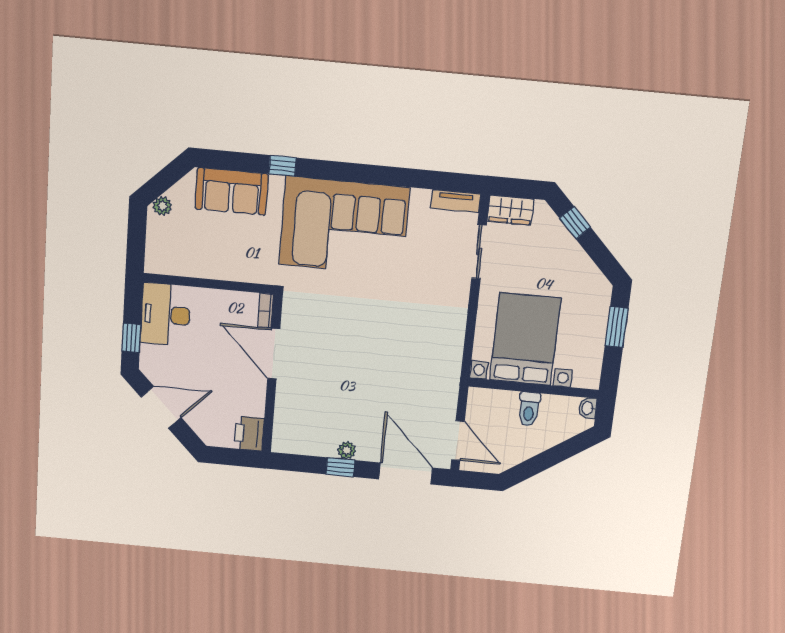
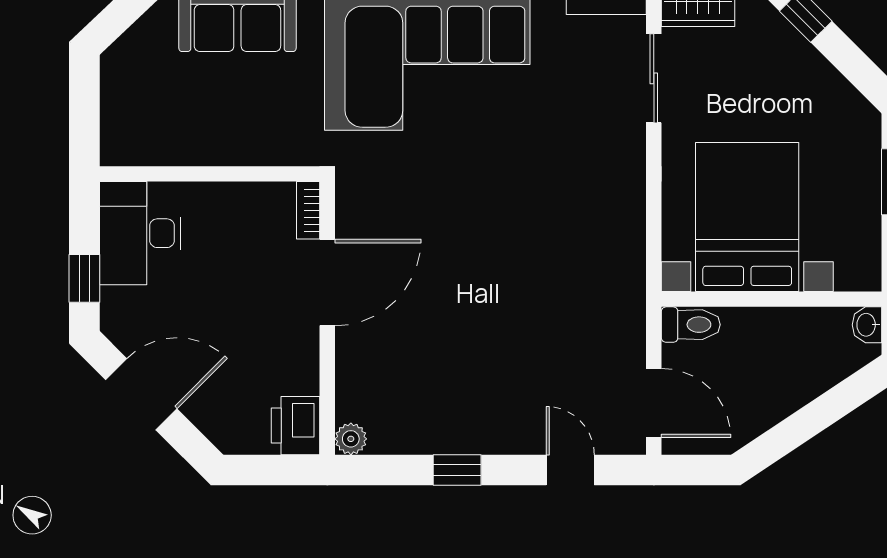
plant: (162, 206) -> (125, 53), removed
door: (274, 354) -> (327, 282), swing flipped
toilet: (529, 409) -> (691, 325), moved, turned -90
plant: (347, 450) -> (351, 439), moved
door: (406, 473) -> (570, 470), width x0.53

